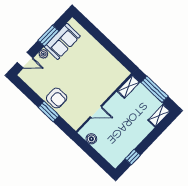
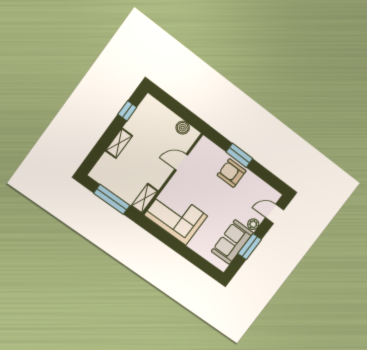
corner sofa: (106, 69) -> (176, 216), added
shelving: (159, 116) -> (119, 143), moved

